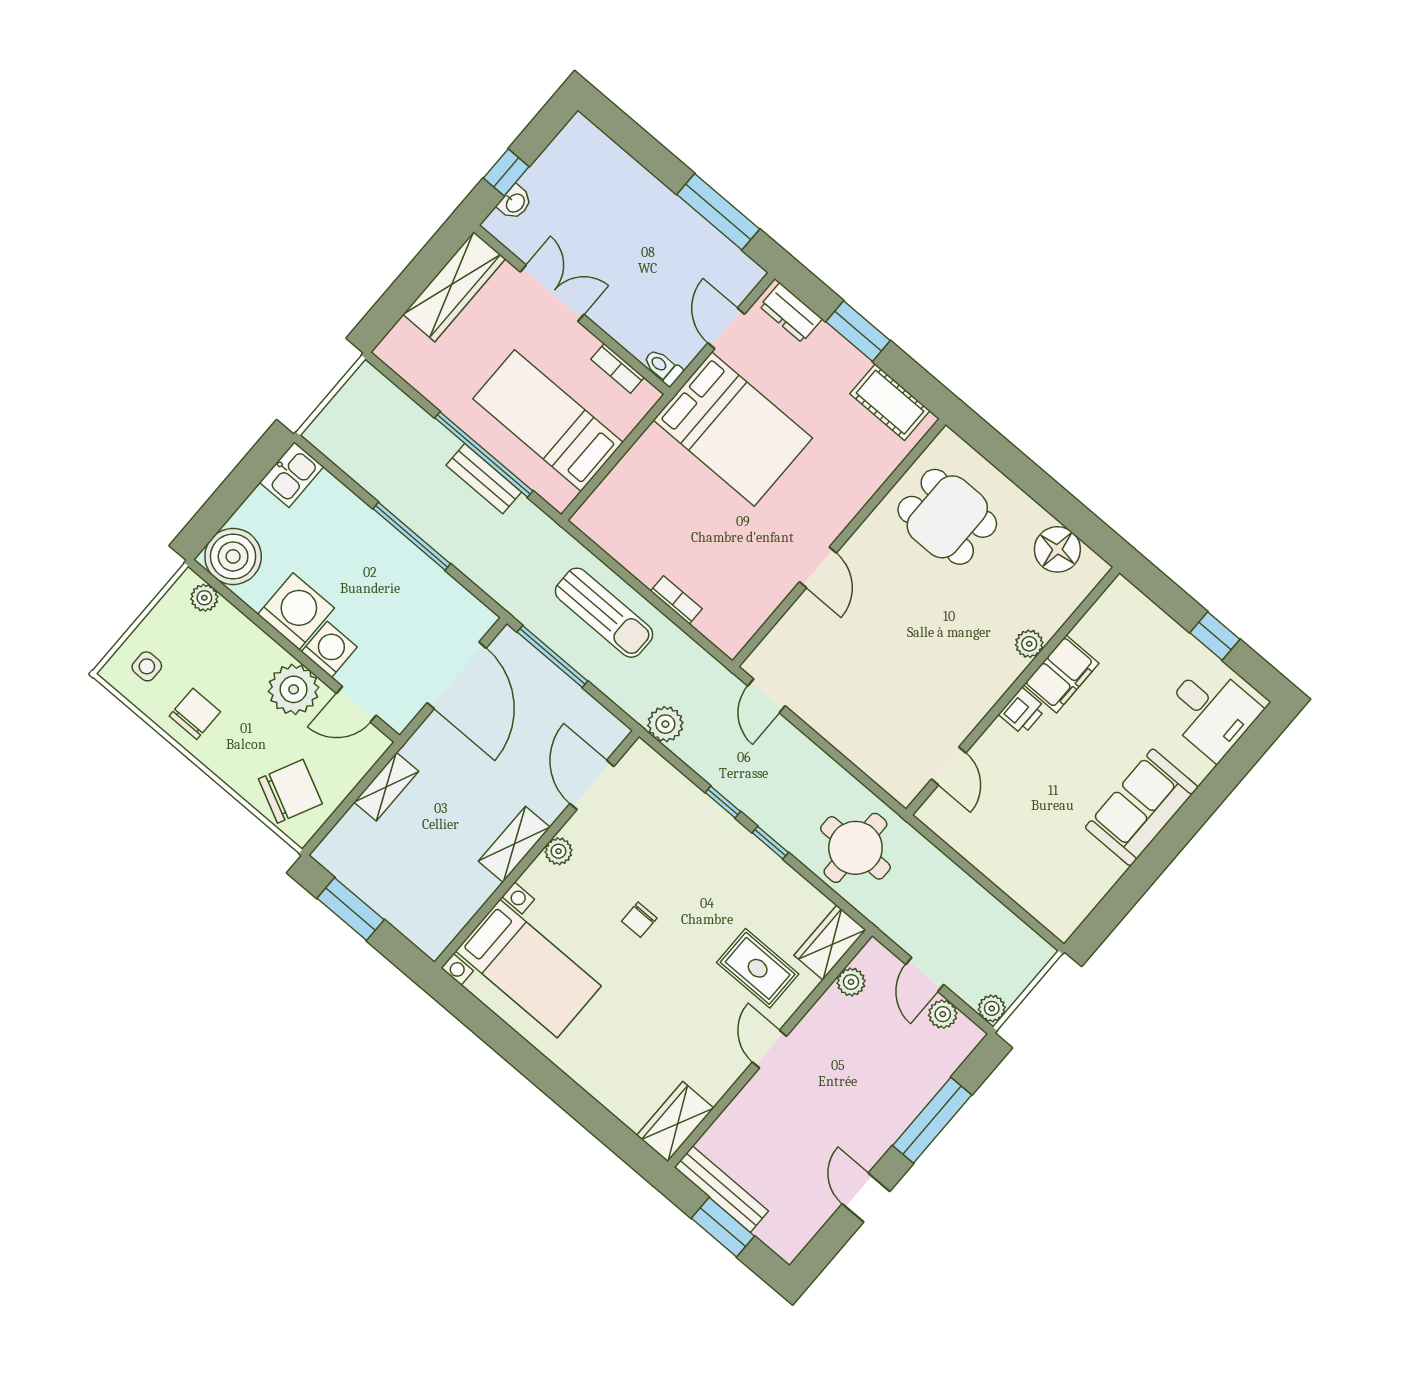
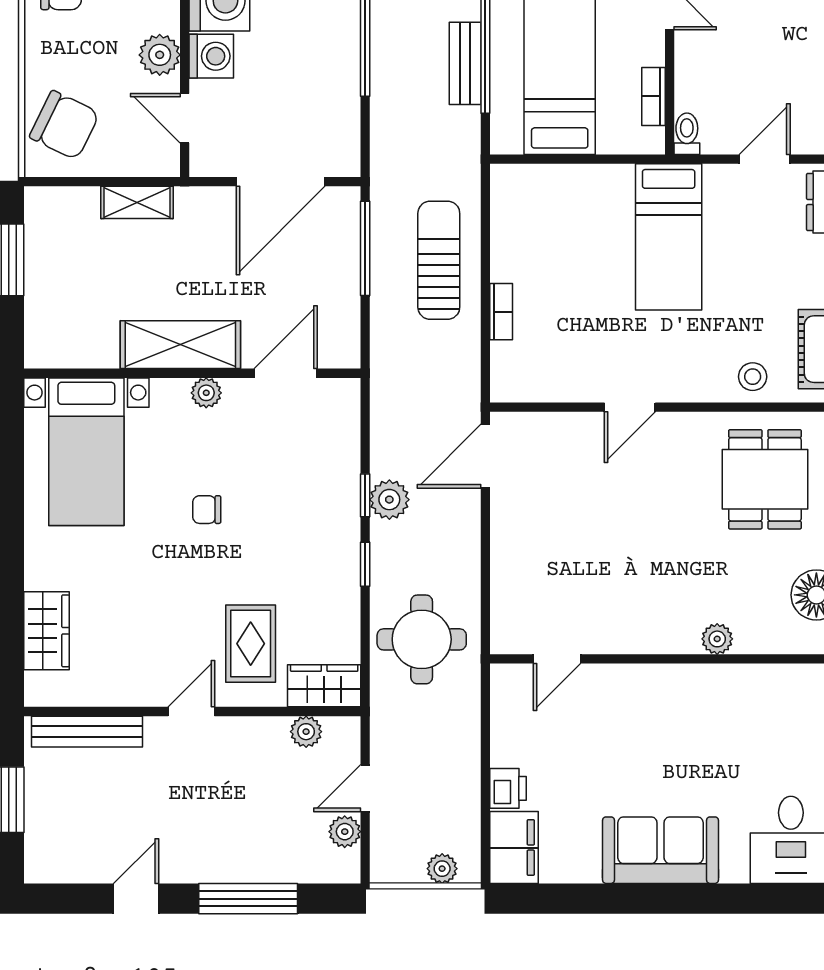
bed: (733, 429) -> (669, 237), width x0.67
stool: (869, 465) -> (753, 377), added
sun lounger: (604, 613) -> (439, 260), turned 180
filing cabinet: (1061, 674) -> (514, 848), moved, turned -90
plant: (294, 689) -> (160, 55), width x0.73, depth x0.73
door: (767, 696) -> (485, 456), width x1.37
printer: (1022, 711) -> (508, 788), moved, turned -90
plant: (665, 724) -> (389, 500), moved
shelving: (514, 844) -> (180, 345), width x1.50, depth x1.33
plant: (992, 1008) -> (442, 869), moved
wardrobe: (675, 1122) -> (47, 631), moved, turned 90
bench: (721, 1189) -> (87, 732), moved, turned 90

